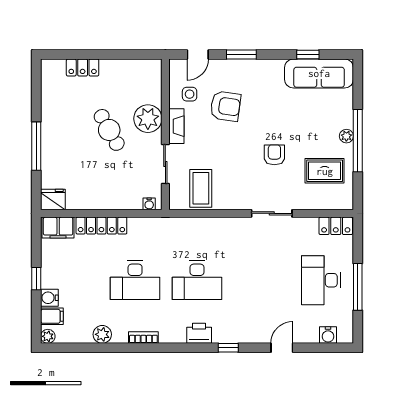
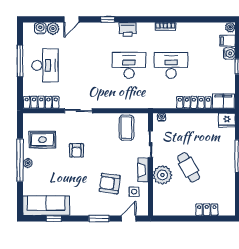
locker: (336, 226) -> (41, 102), width x1.53
plant: (102, 334) -> (53, 29), moved

